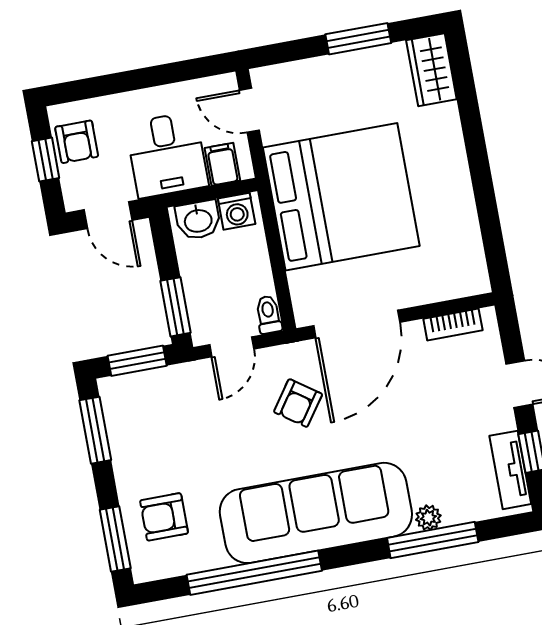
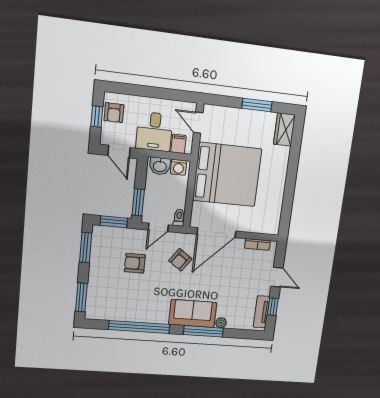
sofa: (316, 513) -> (193, 313), width x0.54, depth x0.79
armchair: (164, 517) -> (135, 263), moved
window: (433, 540) -> (203, 331), moved

